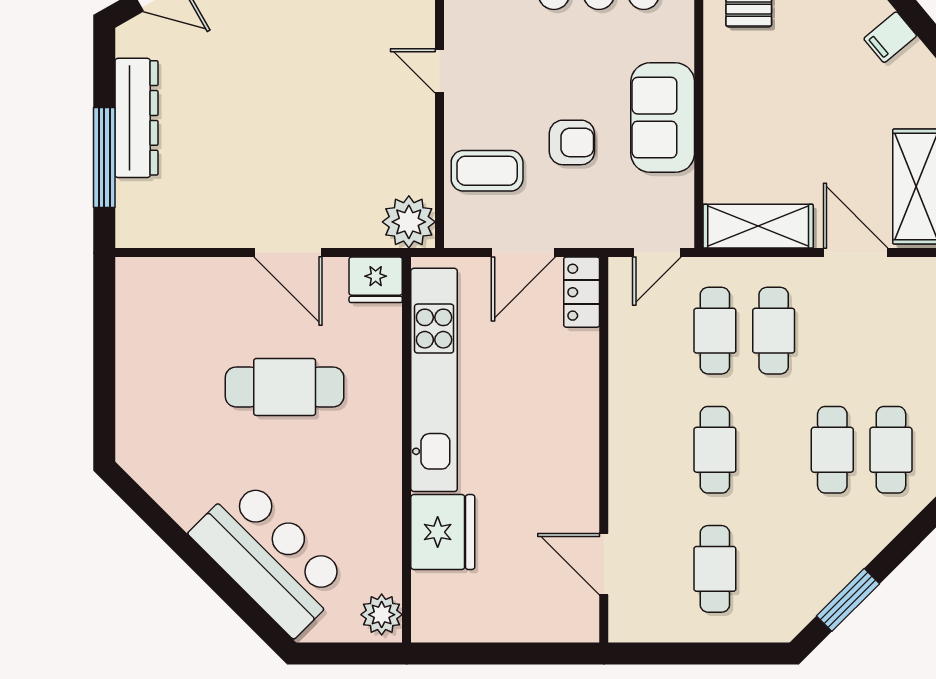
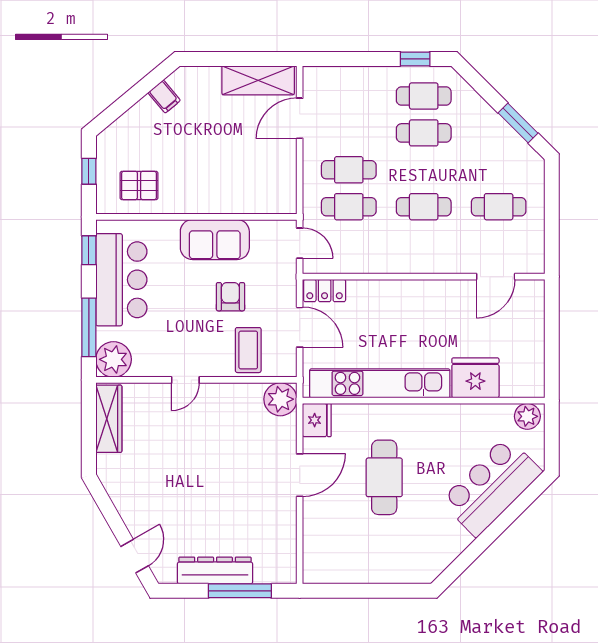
shelving: (758, 226) -> (283, 180), removed

